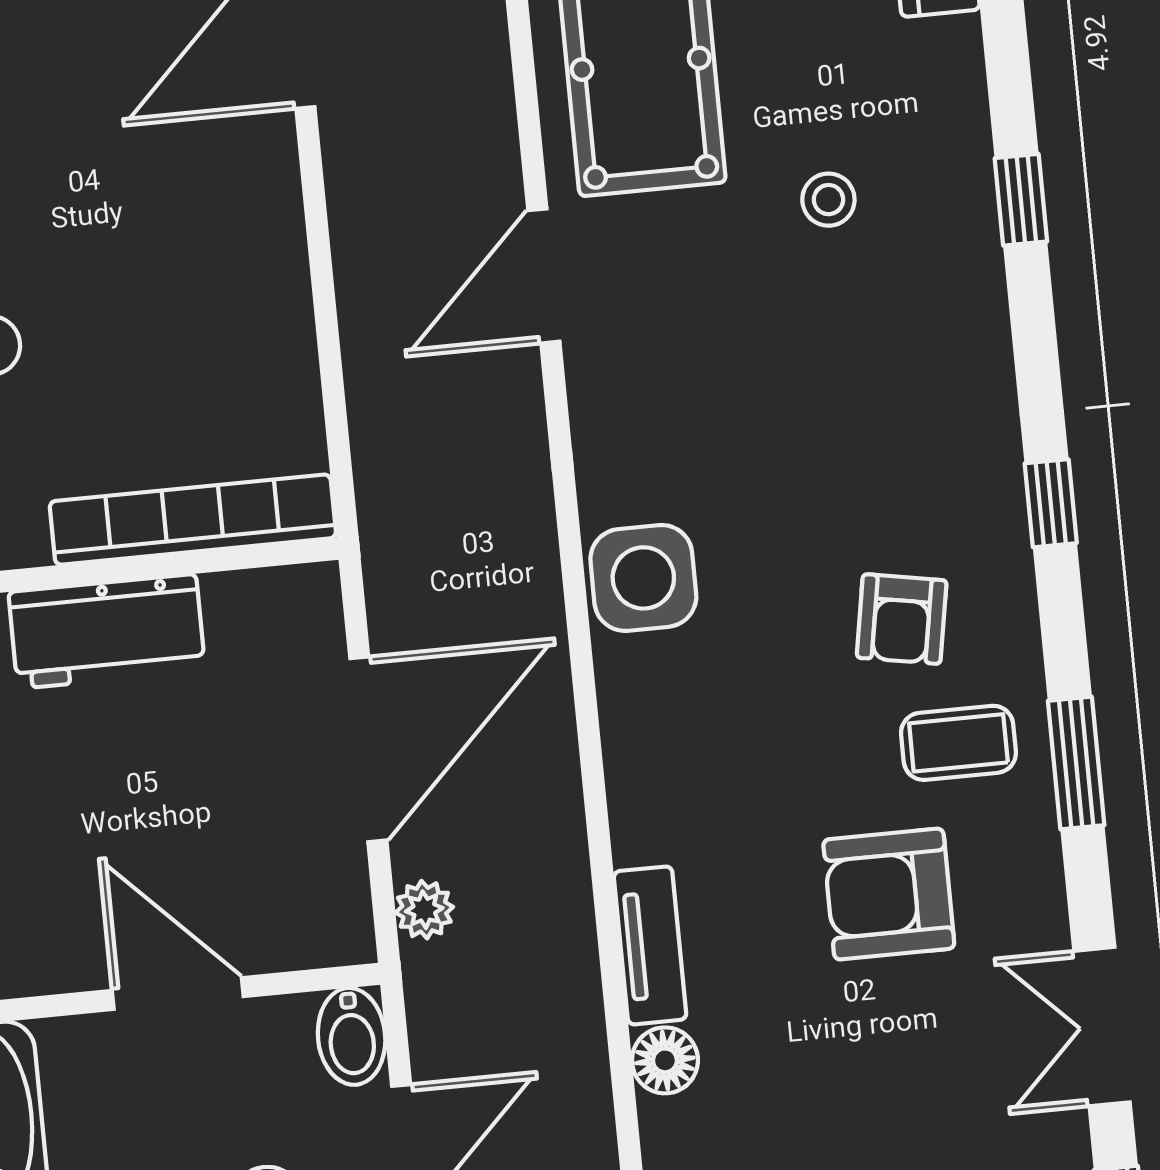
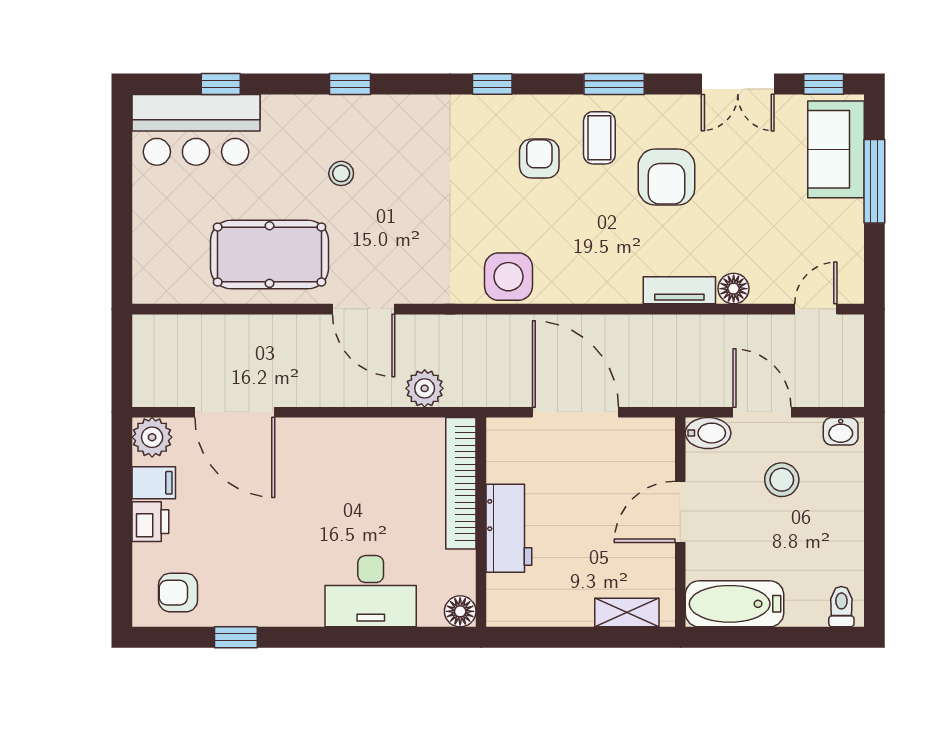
armchair: (902, 619) -> (539, 159), turned -100
plant: (424, 910) -> (425, 388), moved, width x1.38, depth x1.38

